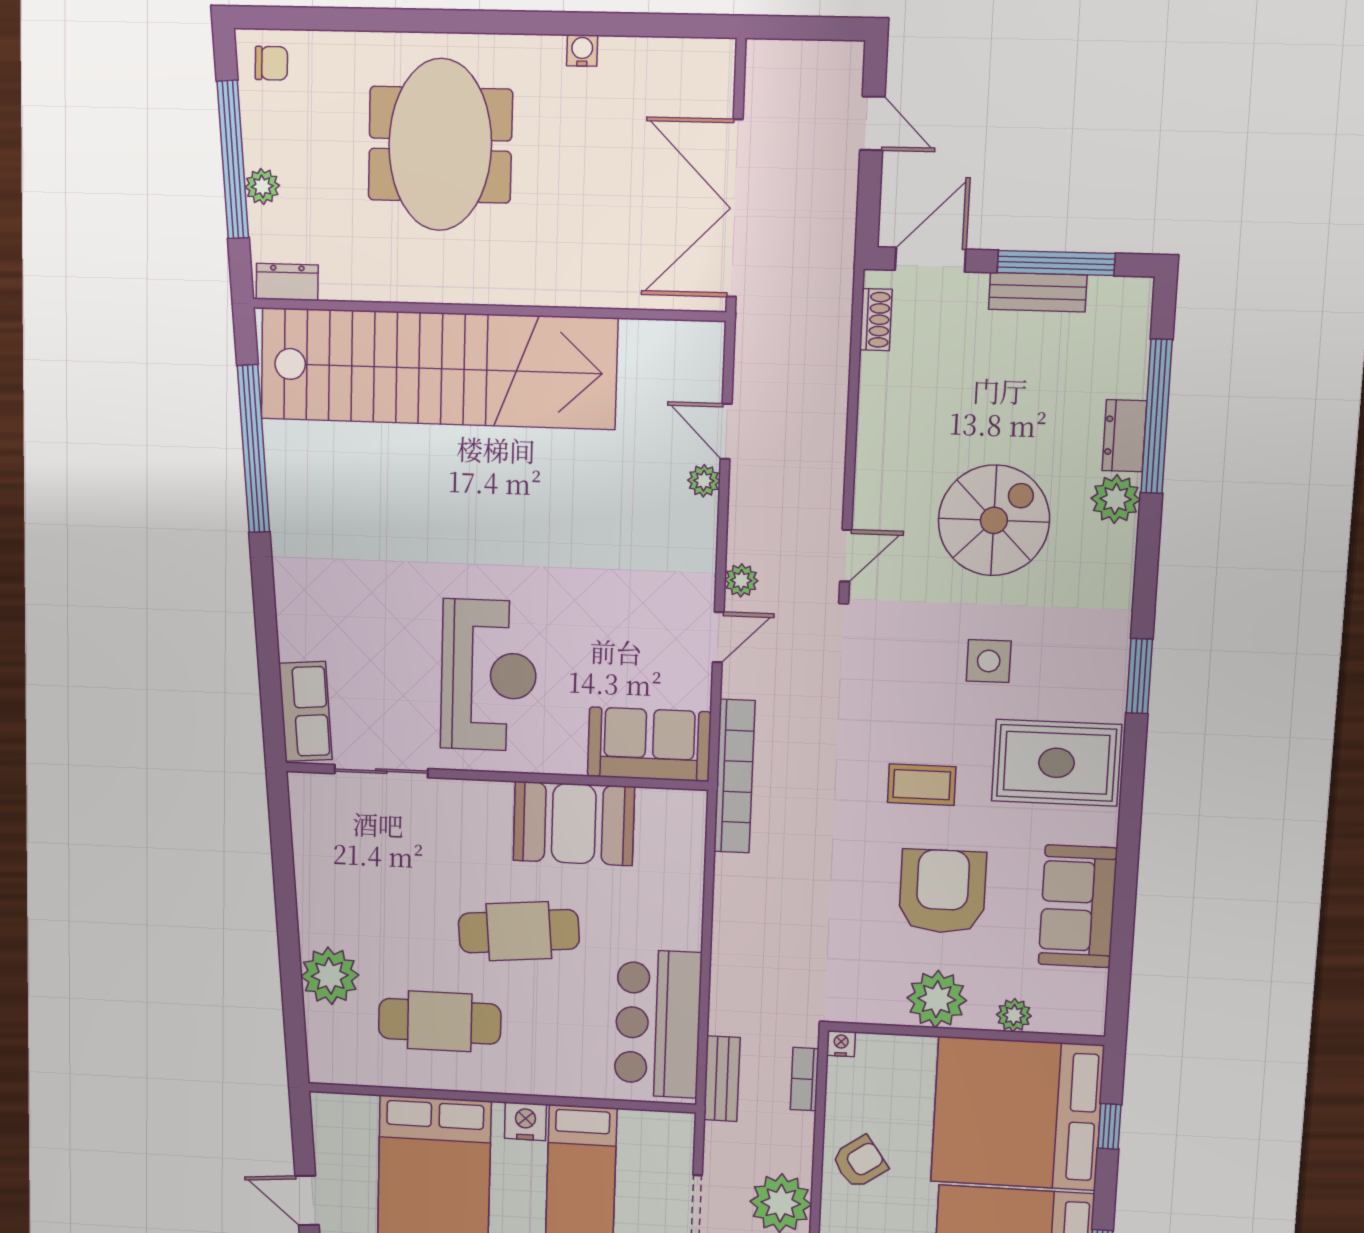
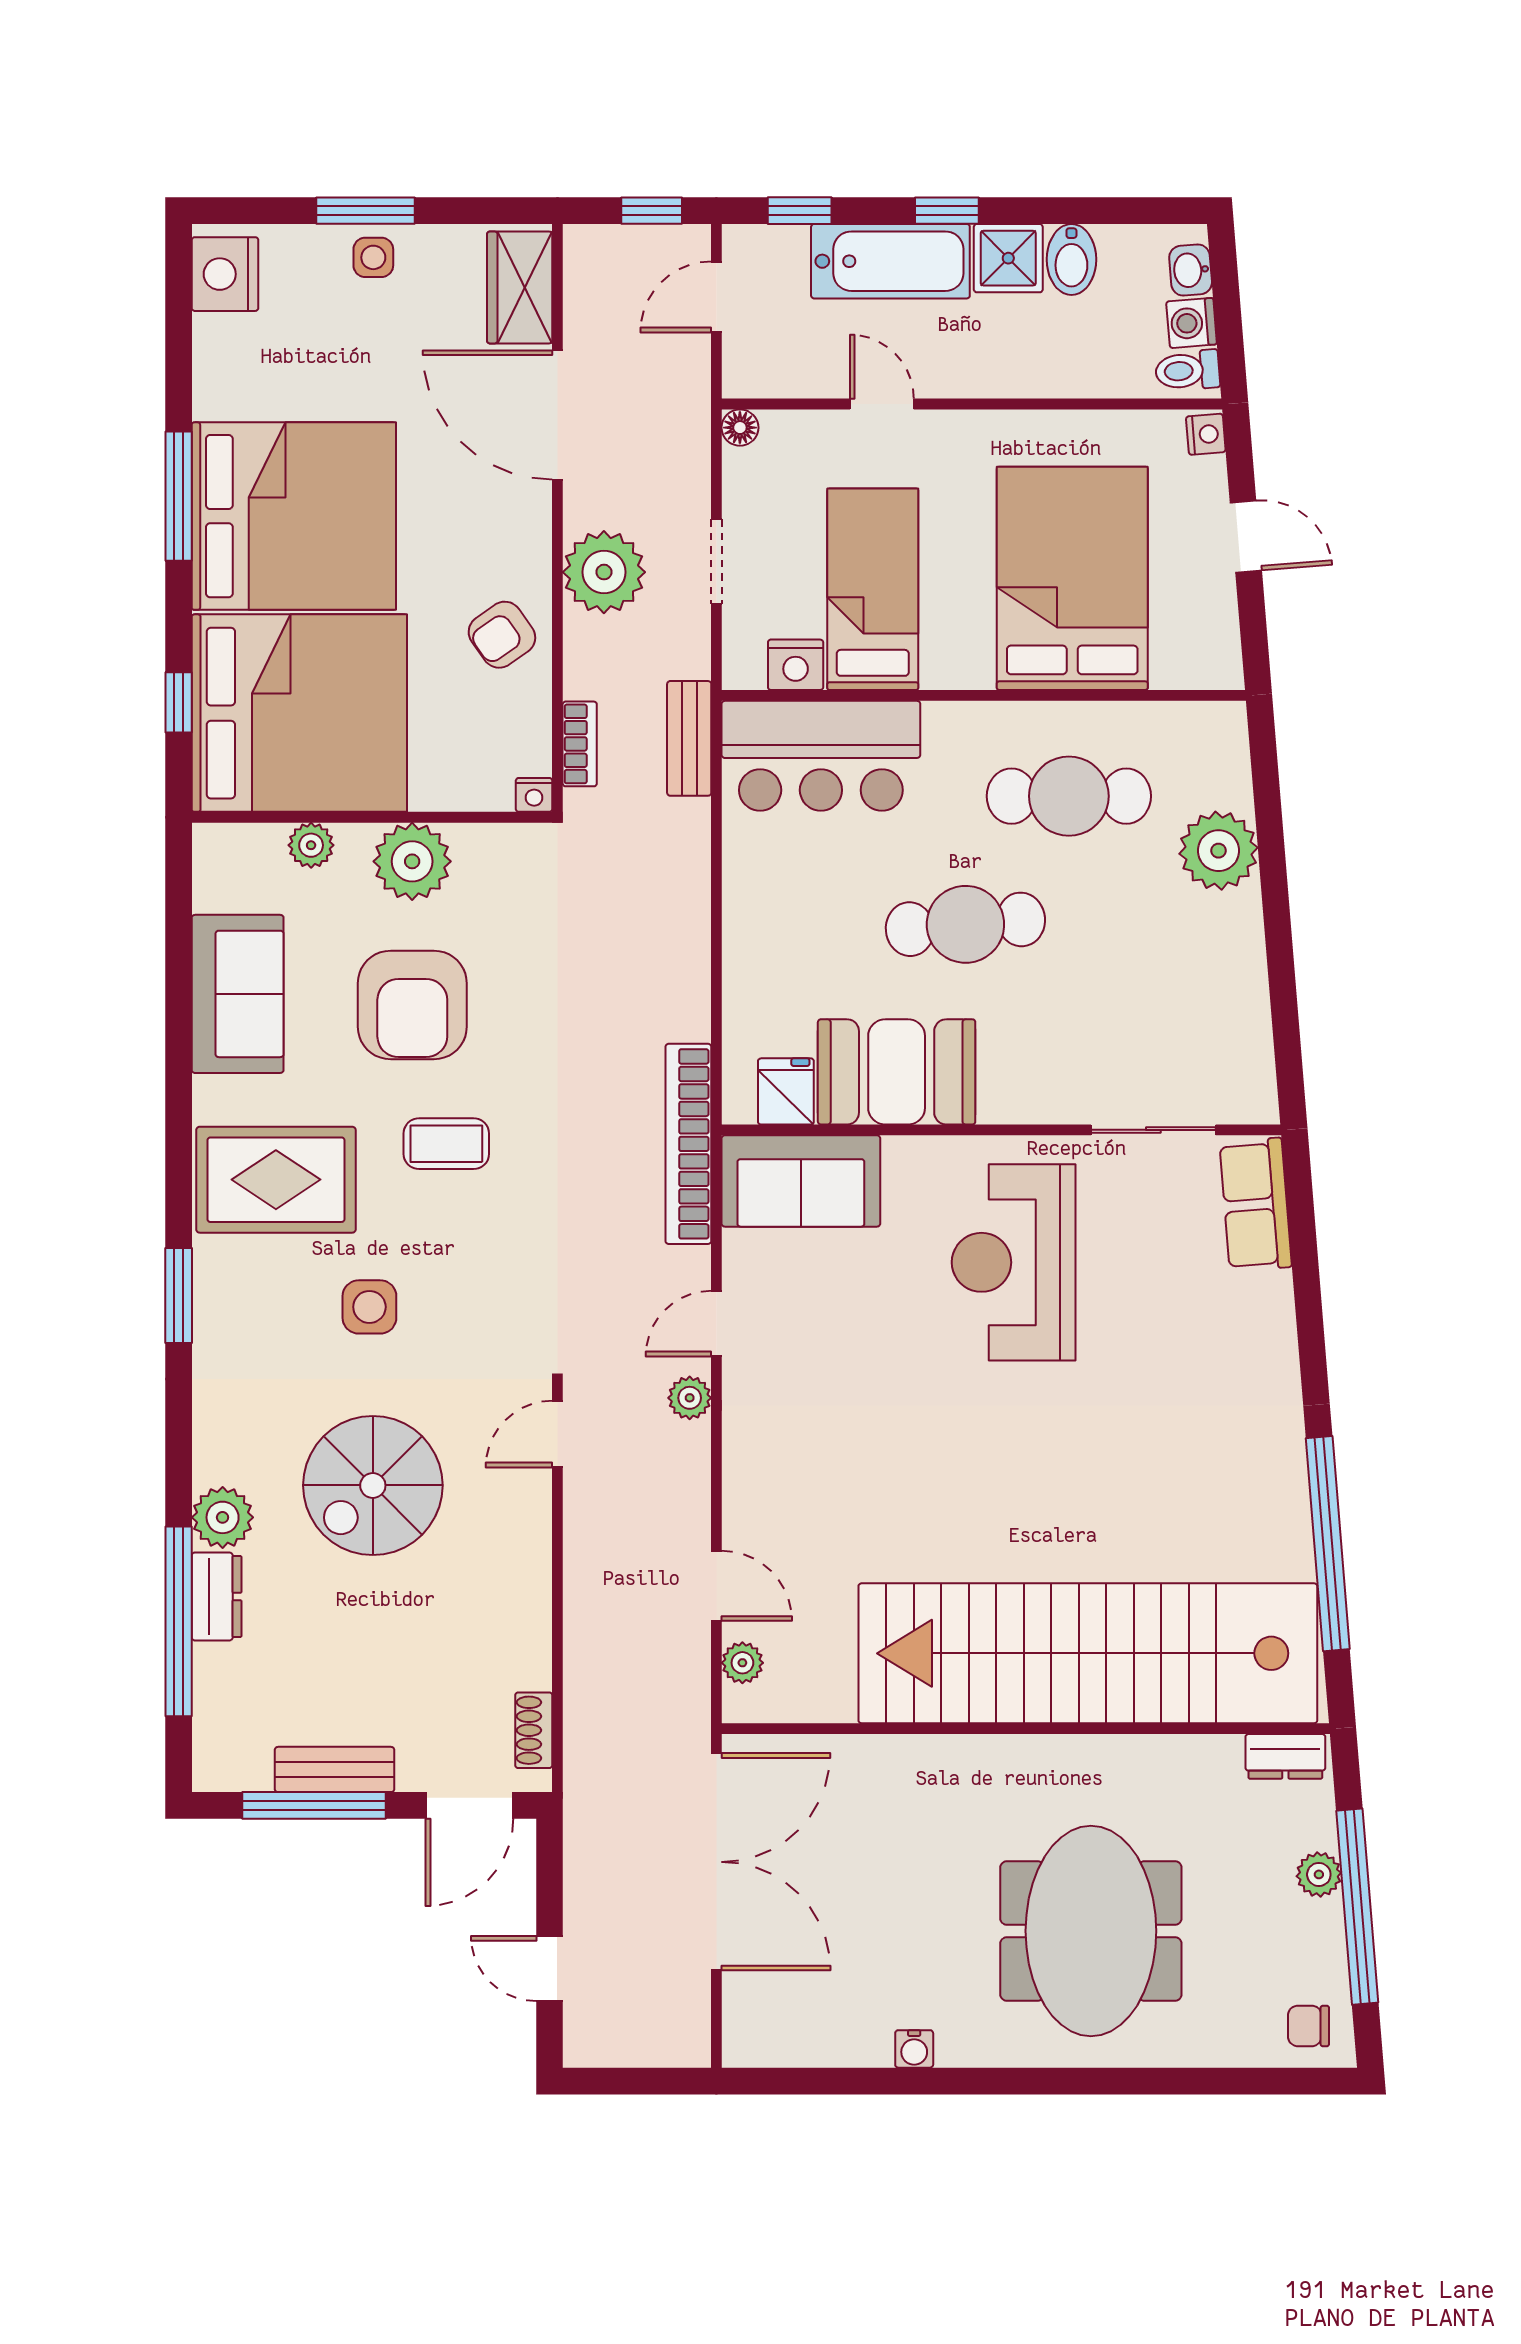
plant: (704, 481) -> (742, 1663), moved
fridge: (658, 813) -> (786, 1091), added
bar counter: (658, 1024) -> (821, 756), moved, turned 90
nightstand: (525, 1121) -> (796, 665), moved

